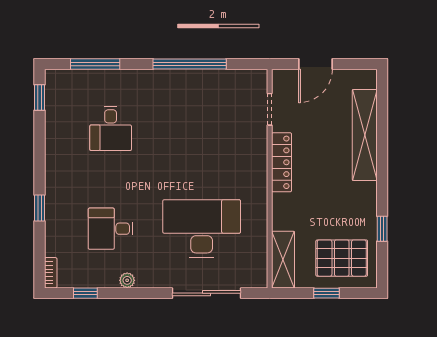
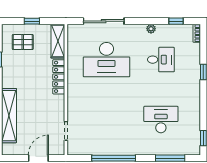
desk: (111, 128) -> (161, 120), width x1.37
locker: (282, 162) -> (59, 77), moved
pallet: (342, 258) -> (23, 42), width x0.67, depth x0.71

